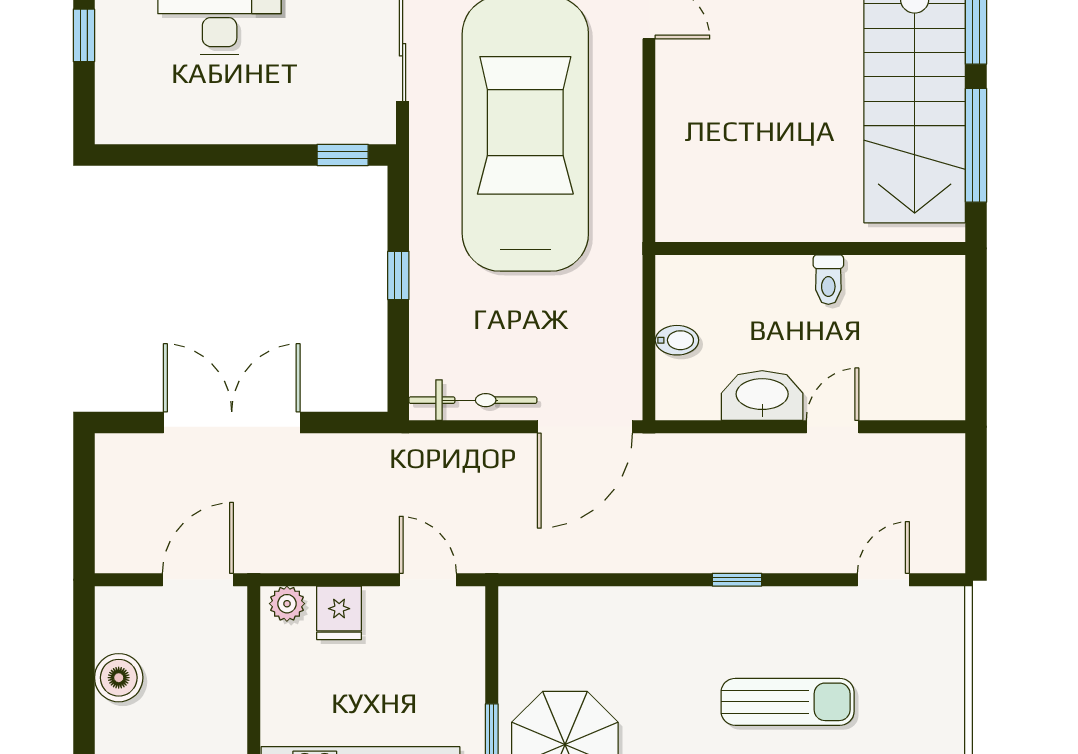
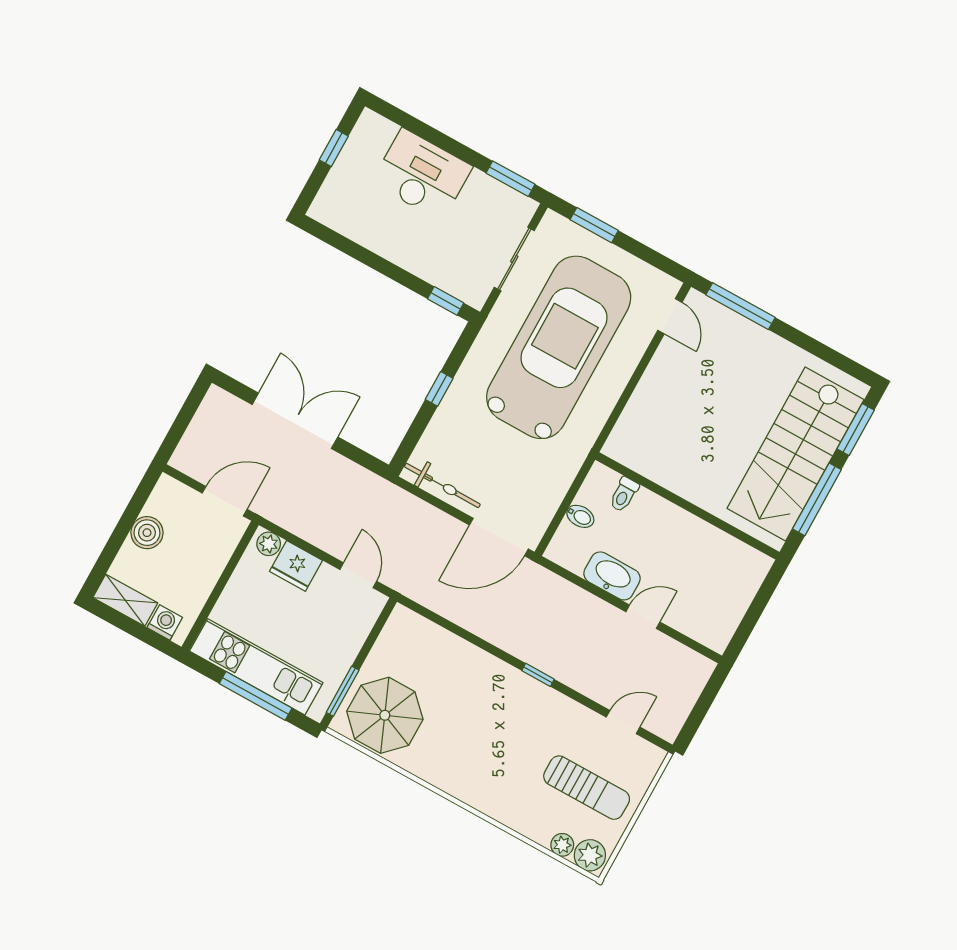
toilet: (828, 280) -> (624, 494), moved
fridge: (339, 613) -> (296, 566), width x1.38
sun lounger: (788, 702) -> (587, 788), moved

